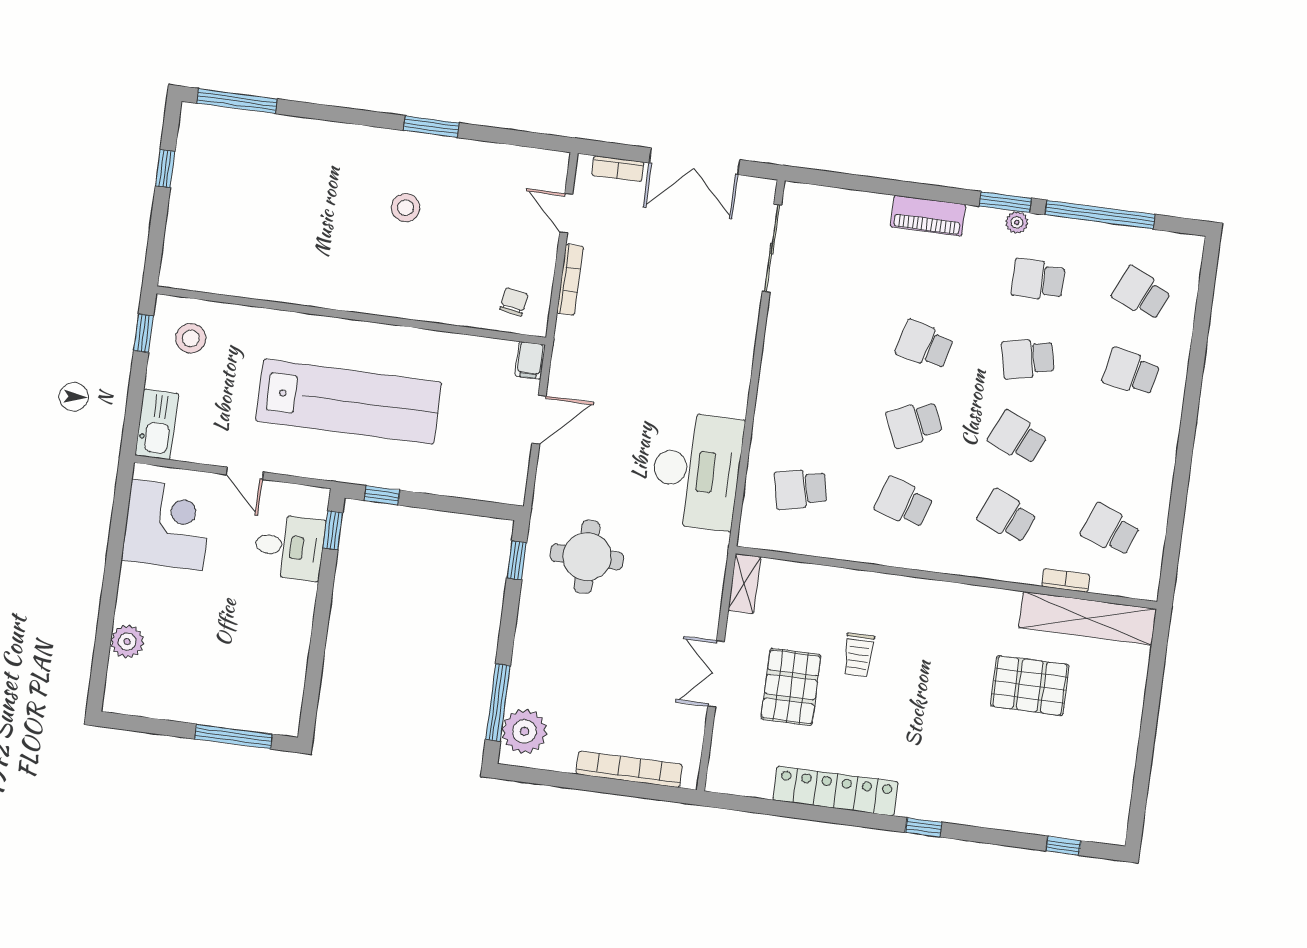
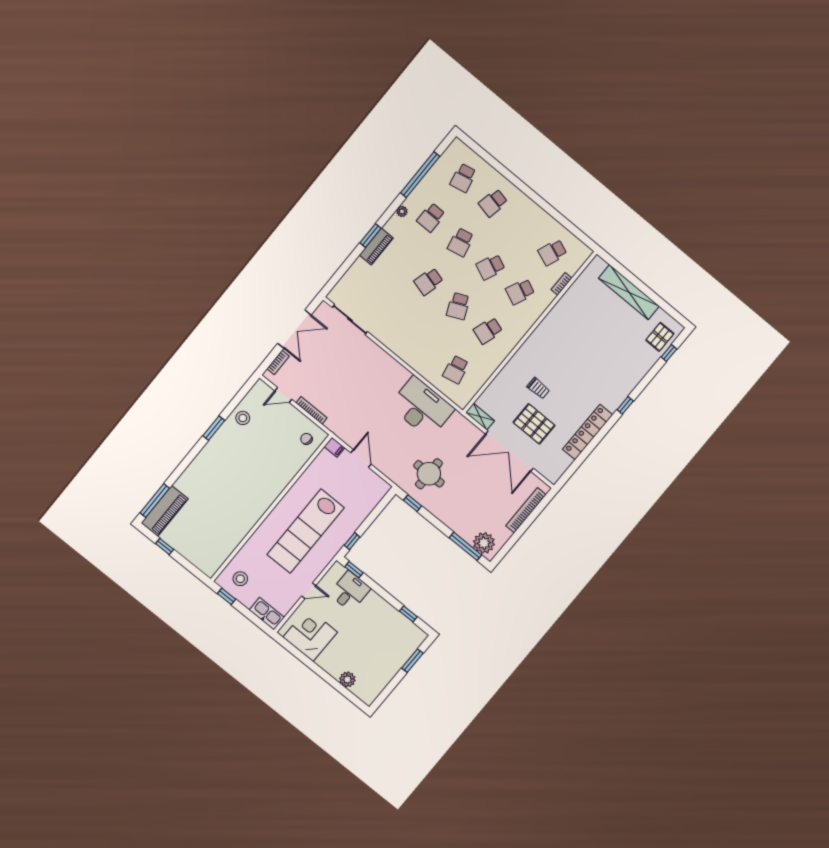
piano: (229, 130) -> (165, 511), added
window: (1005, 202) -> (371, 236), moved
stool: (406, 208) -> (243, 418), moved
school desk: (1141, 293) -> (463, 178), turned -36
lab bench: (349, 402) -> (306, 531), turned 180
shelving: (1088, 618) -> (629, 292), moved, turned 90
double door: (716, 674) -> (509, 451), width x1.87
window: (313, 677) -> (408, 614), added
pallet: (1030, 685) -> (660, 337), moved, width x0.67, depth x0.71
window: (234, 736) -> (412, 661), width x0.69

